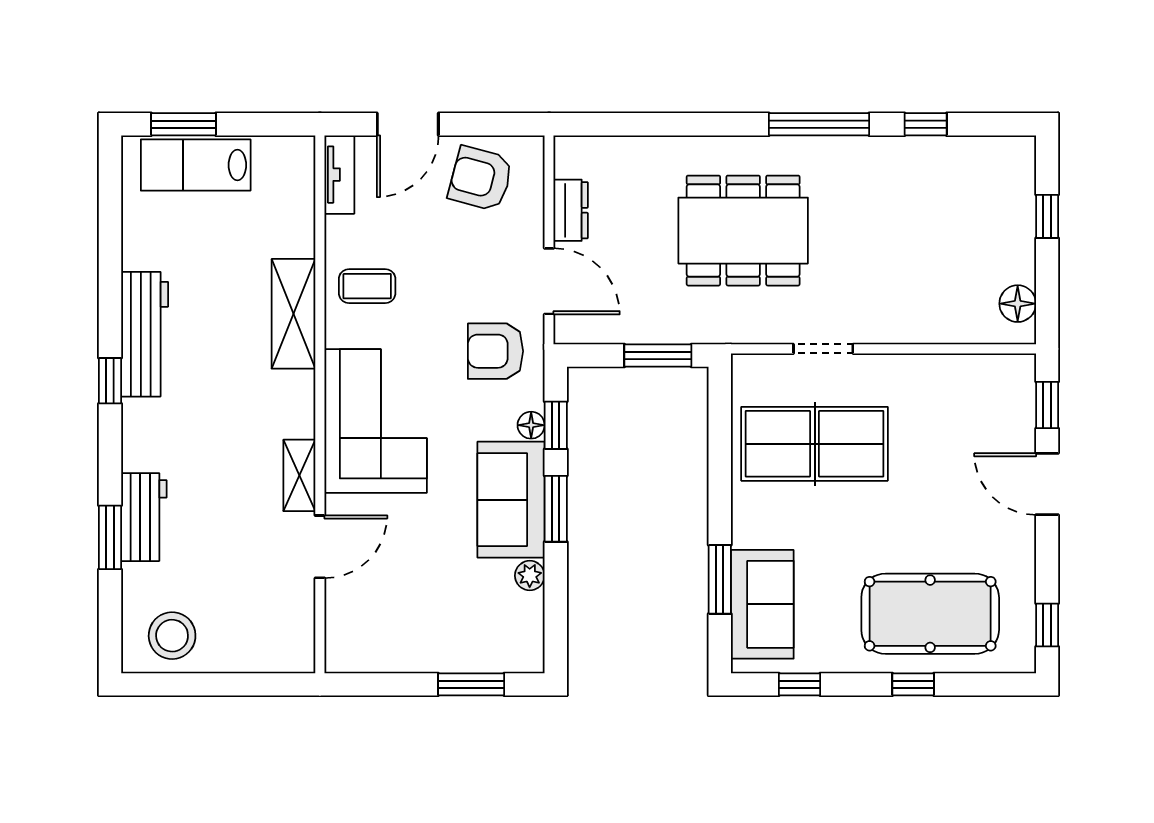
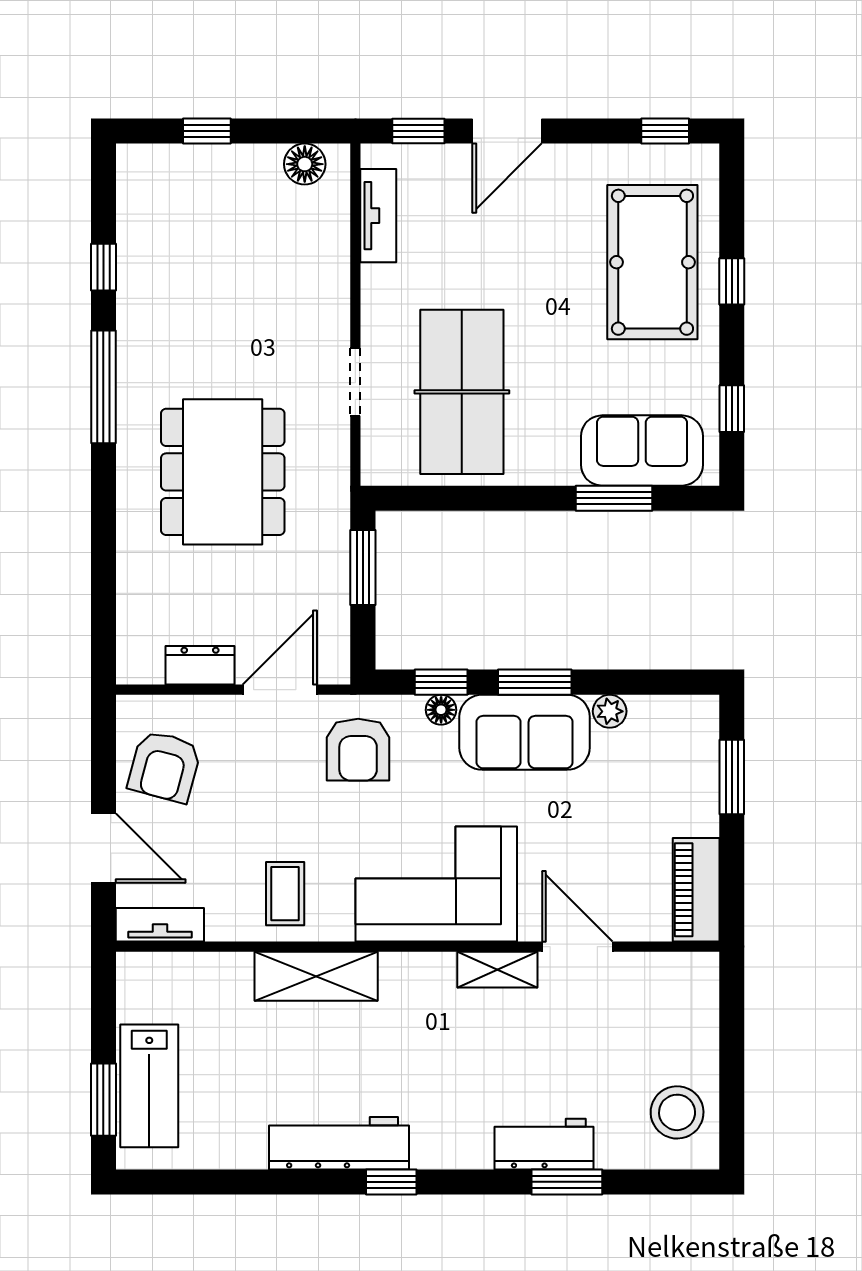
tv unit: (972, 369) -> (378, 216), added
piano: (371, 653) -> (696, 890), added

